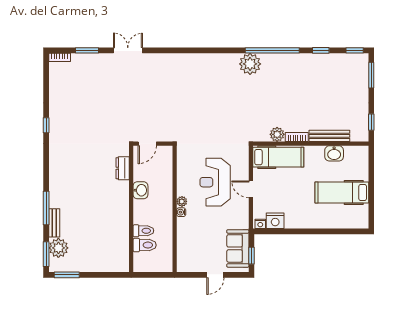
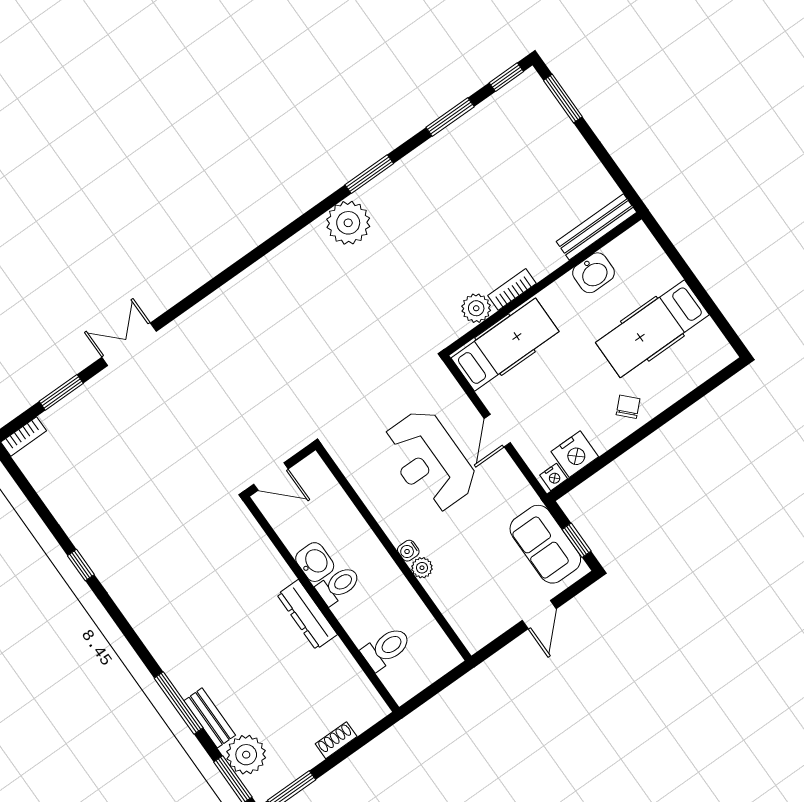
window: (272, 50) -> (369, 174), width x0.47
window: (321, 50) -> (450, 117), width x1.50
window: (371, 122) -> (618, 177), removed
bench: (329, 136) -> (596, 227), moved
door: (147, 144) -> (271, 477), hinge flipped
dresser: (123, 168) -> (307, 615), moved, width x1.44
door: (251, 189) -> (497, 431), hinge flipped
plant: (182, 201) -> (422, 568), moved
chair: (310, 217) -> (628, 407), added
toilet: (143, 231) -> (338, 585), moved
shoe rack: (99, 268) -> (336, 740), added

